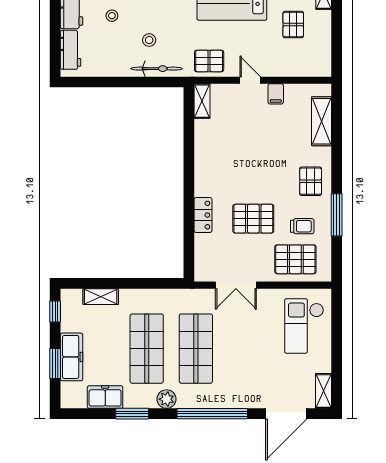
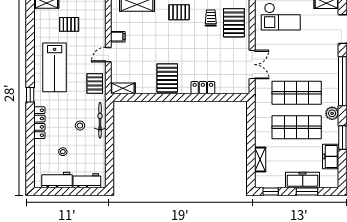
pallet: (253, 219) -> (167, 78), moved

